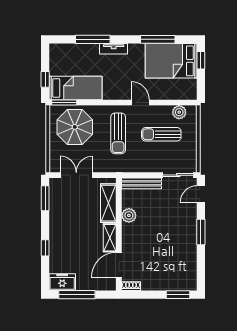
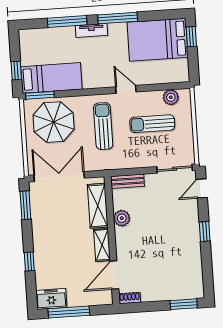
window: (158, 39) -> (118, 18), moved
sun lounger: (118, 133) -> (103, 126), turned 180
double door: (76, 175) -> (59, 177), width x1.37
bench: (141, 183) -> (128, 181), width x0.73
window: (201, 232) -> (205, 232), width x0.67

